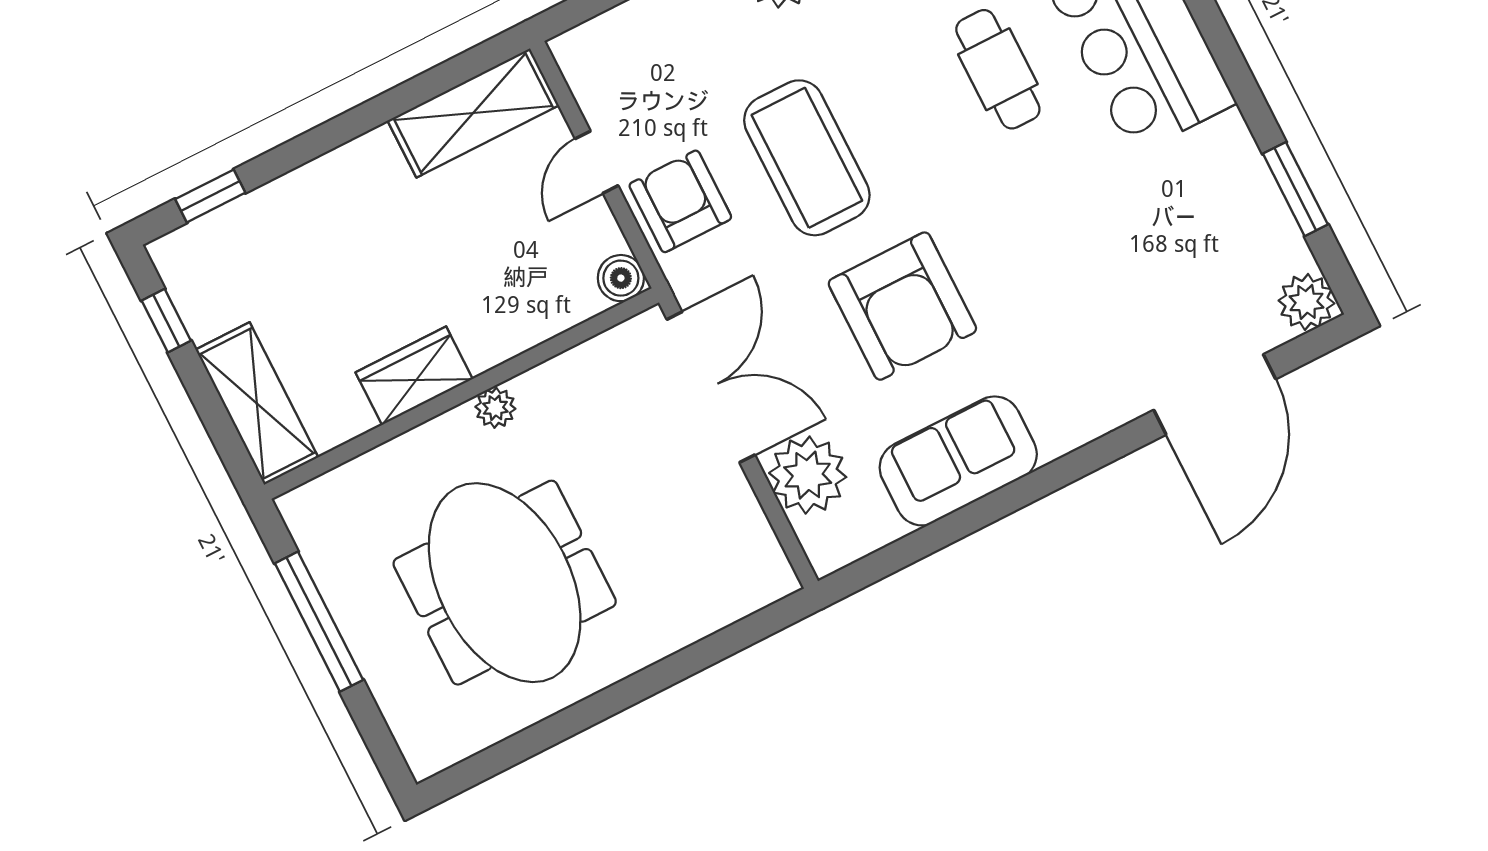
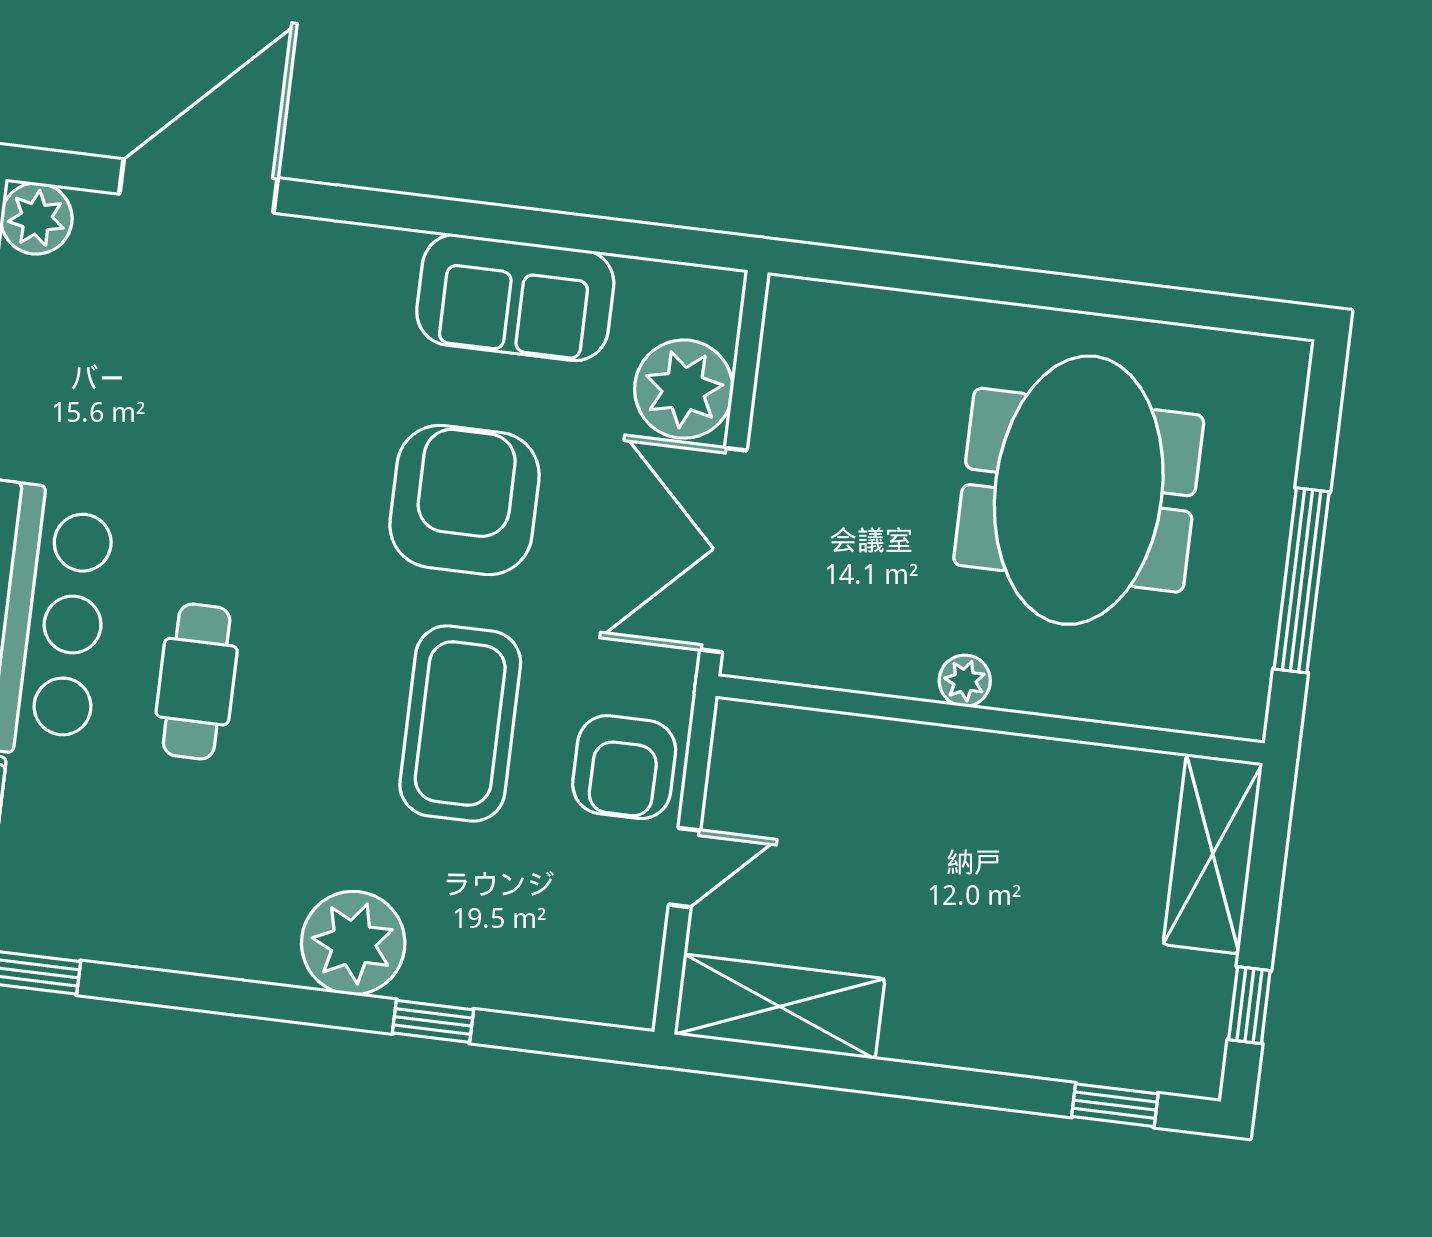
boiler: (621, 278) -> (741, 728), removed
wardrobe: (414, 376) -> (1028, 772), removed

